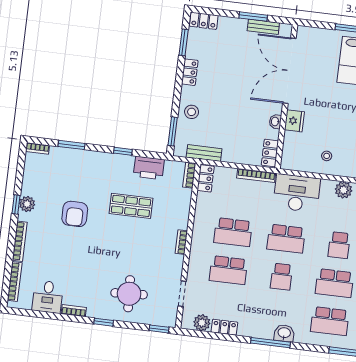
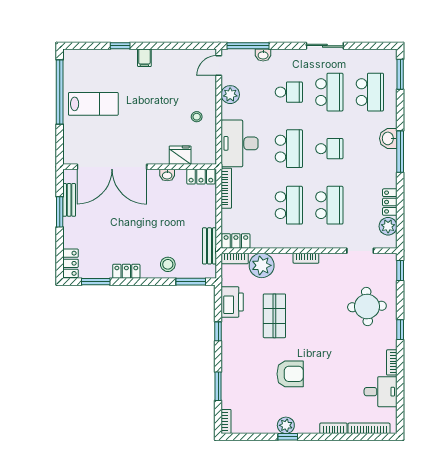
fridge: (294, 121) -> (180, 155), moved
plant: (180, 200) -> (262, 265), added
bookcase: (20, 241) -> (333, 428), width x0.64

